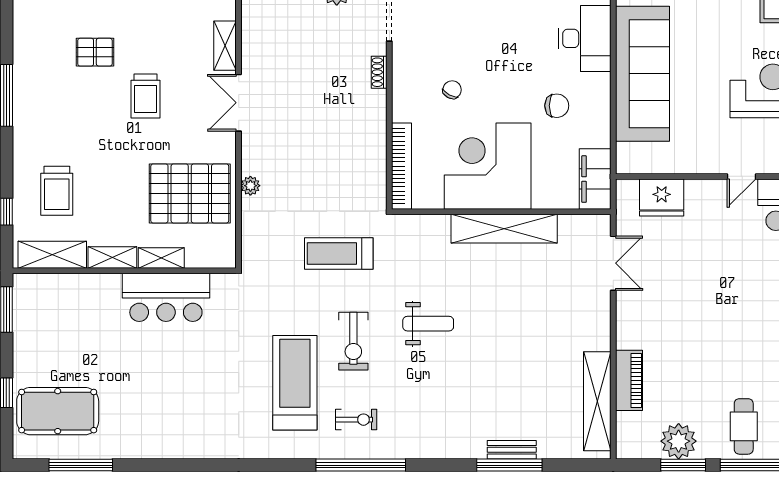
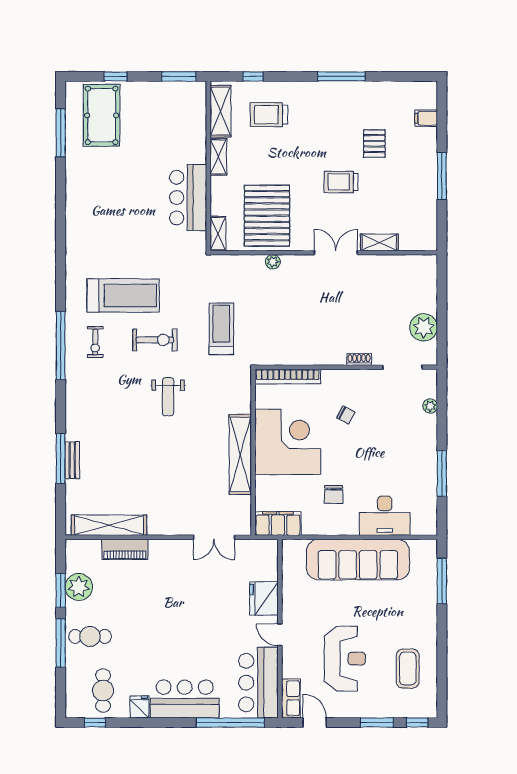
fridge: (662, 197) -> (264, 598), moved
shelving: (161, 258) -> (218, 234), moved
exercise bike: (353, 341) -> (155, 340), turned 180

